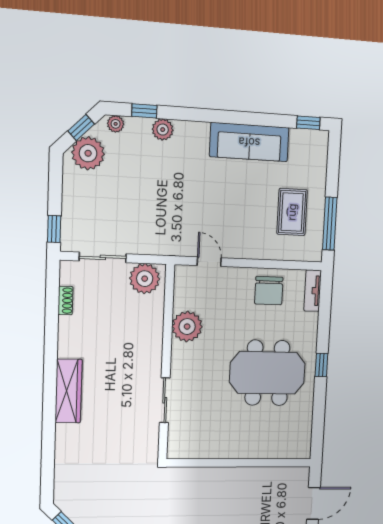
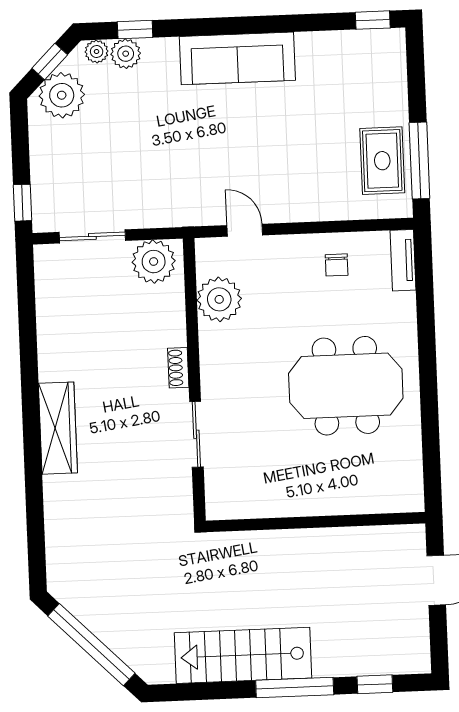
plant: (163, 130) -> (126, 54), moved
sofa: (249, 142) -> (237, 58), moved
rug: (292, 212) -> (382, 161), moved
chair: (269, 291) -> (337, 265), width x0.54, depth x0.54
shoe rack: (65, 301) -> (178, 368), moved, turned 180
plant: (187, 327) -> (219, 299), moved
window: (321, 365) -> (428, 369), removed

